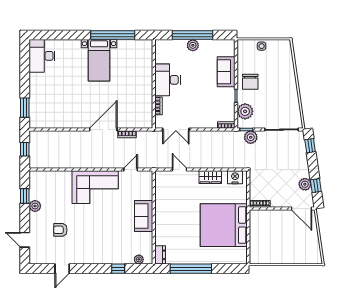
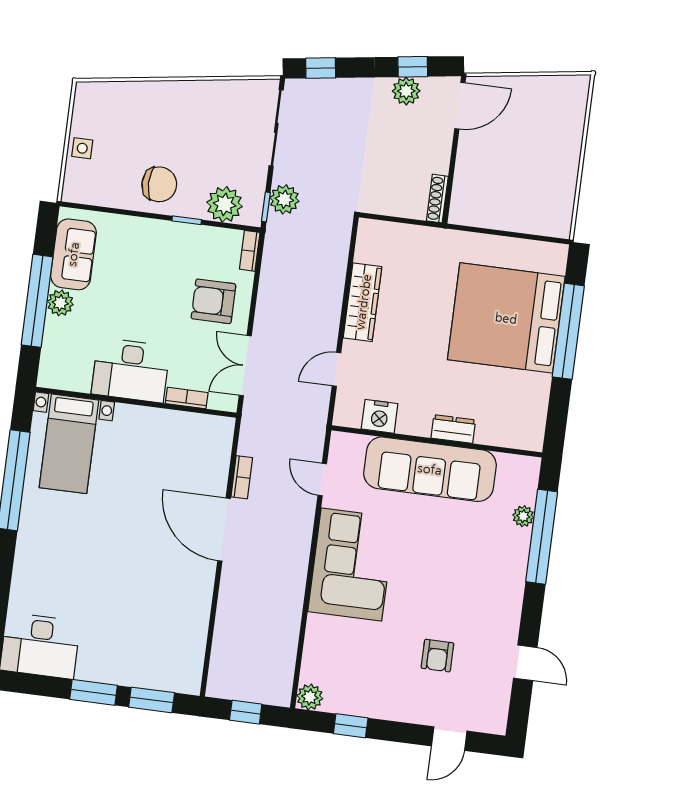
bed with nightstands: (99, 60) -> (69, 444), moved, turned 90
sofa: (226, 72) -> (73, 254), moved, turned -90
window: (25, 82) -> (94, 692), added
armchair: (202, 112) -> (213, 301), added
double door: (176, 130) -> (245, 366), swing flipped
wardrobe: (210, 177) -> (363, 302), width x1.50
nightstand: (235, 177) -> (380, 416), moved, turned -90
plant: (35, 206) -> (310, 697), moved
sofa: (144, 216) -> (430, 469), width x1.85, depth x1.27
bed: (224, 225) -> (506, 318), moved, turned 90
dresser: (160, 255) -> (453, 429), moved
plant: (139, 259) -> (523, 516), moved
window: (118, 269) -> (542, 537), width x3.17
window: (191, 269) -> (568, 331), moved

